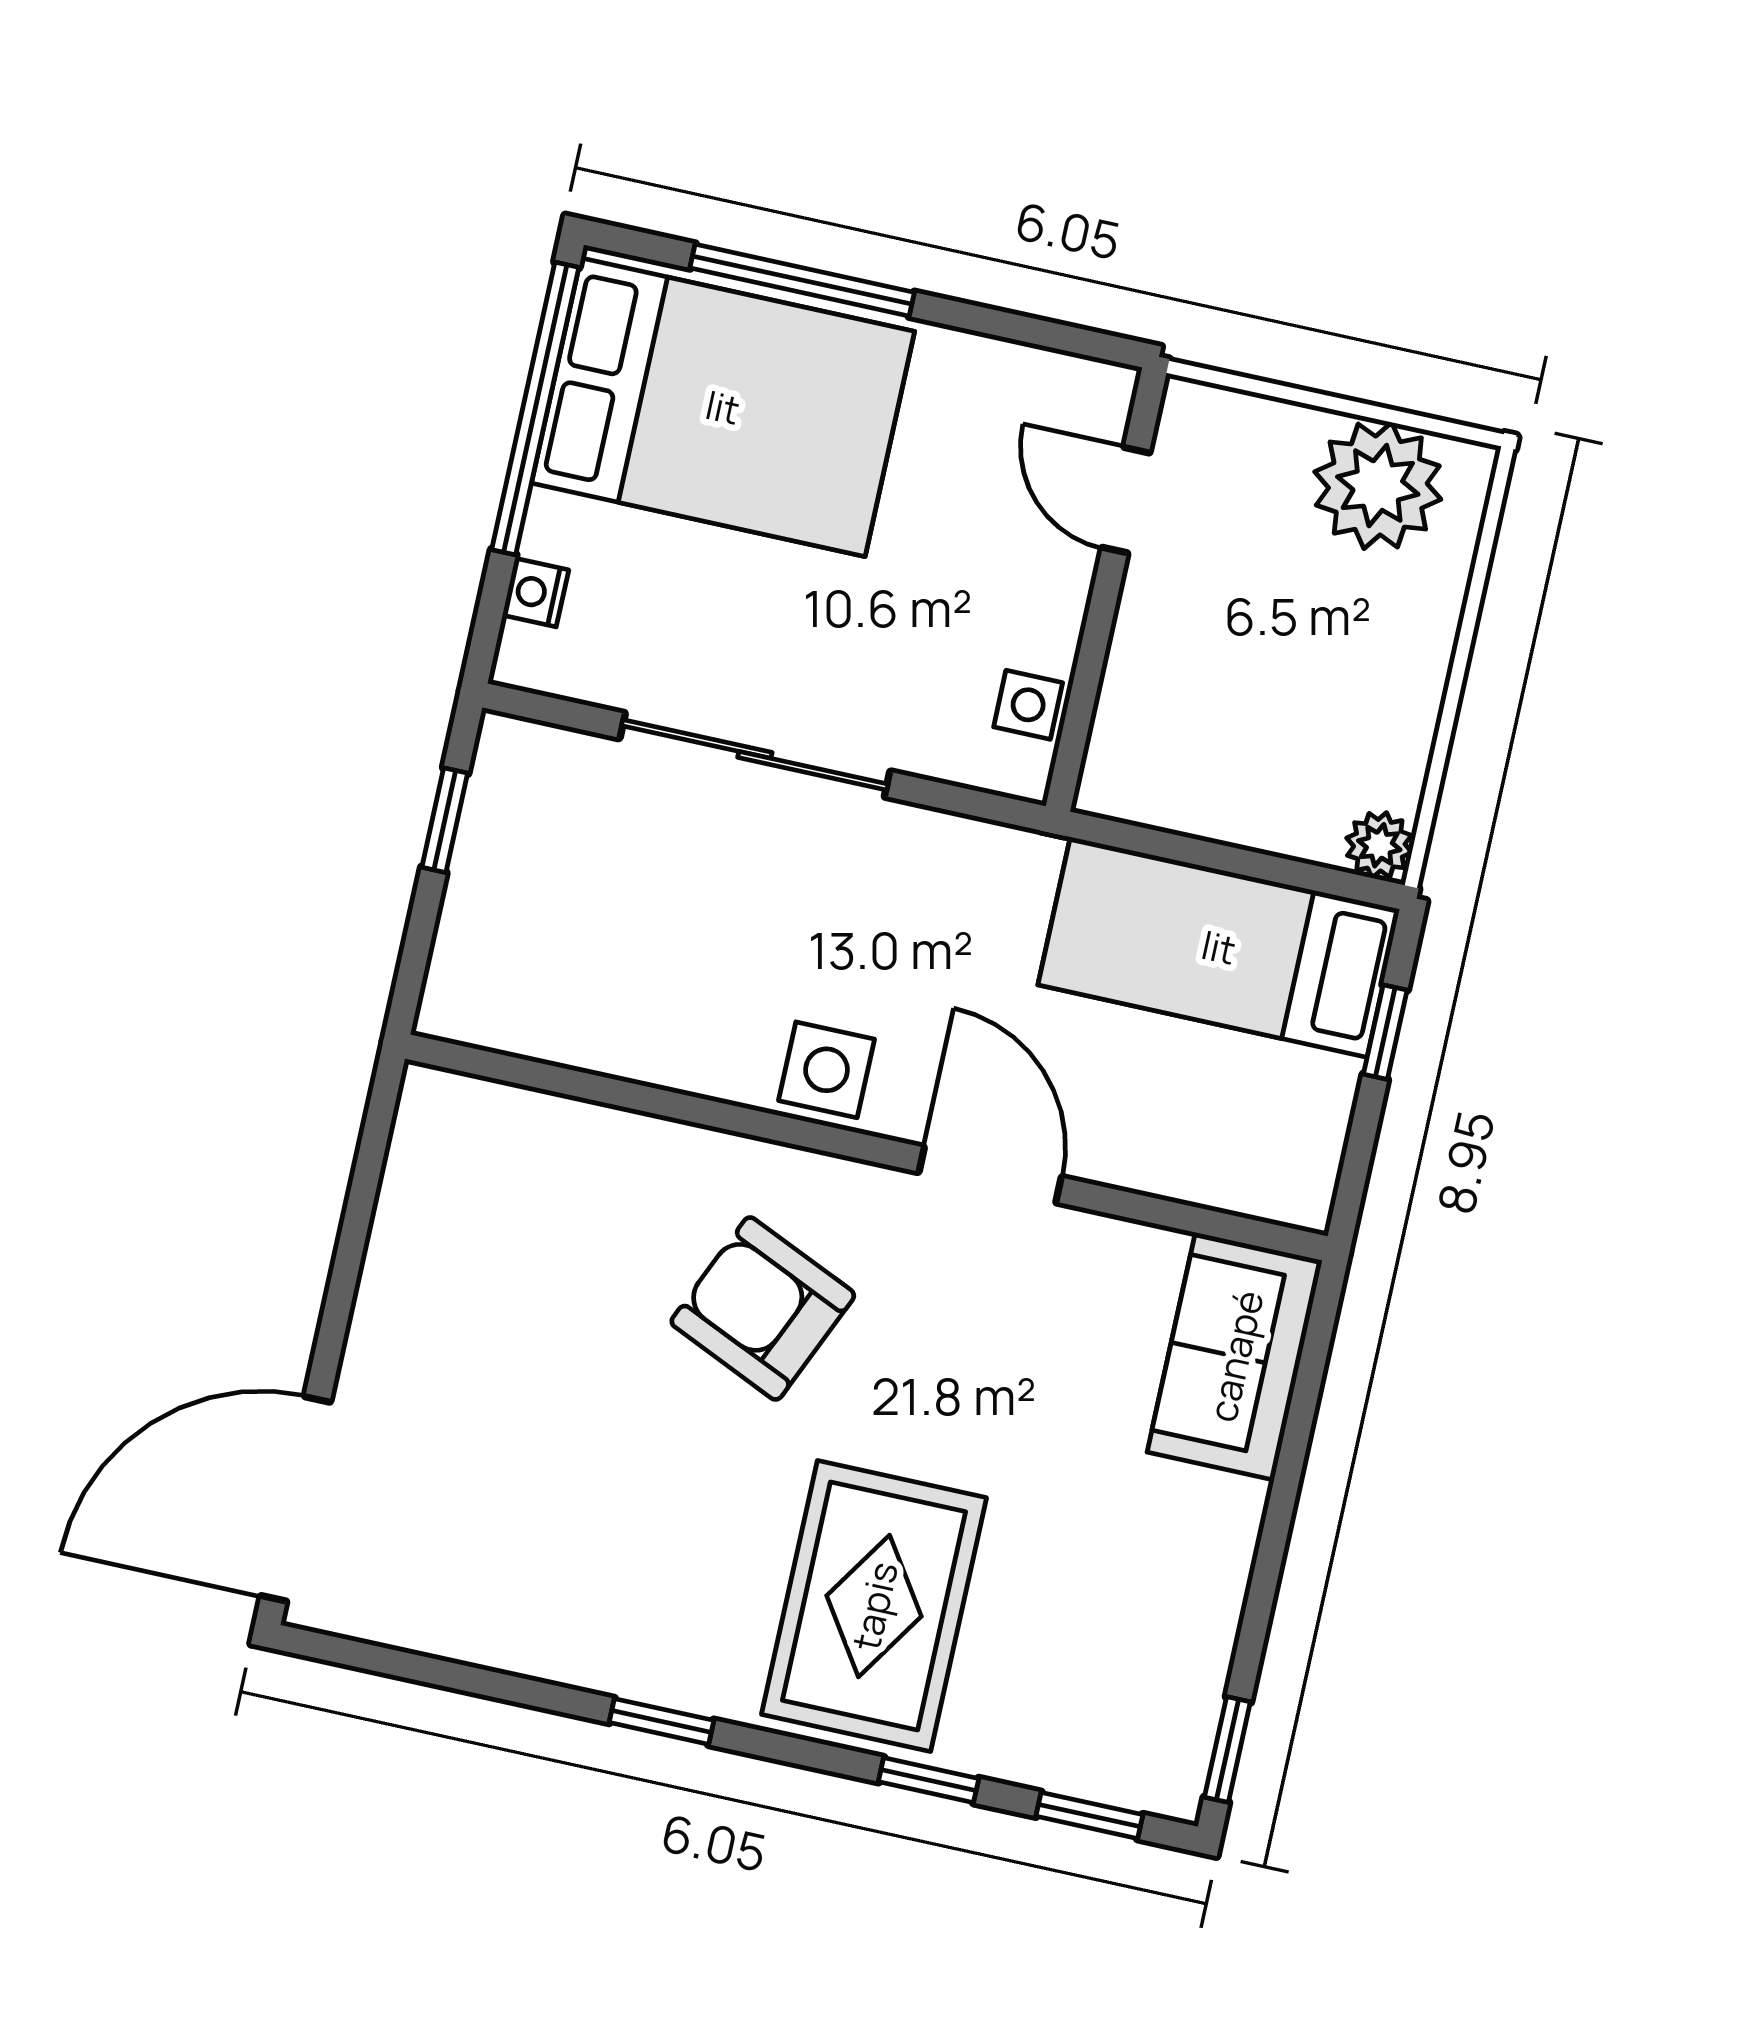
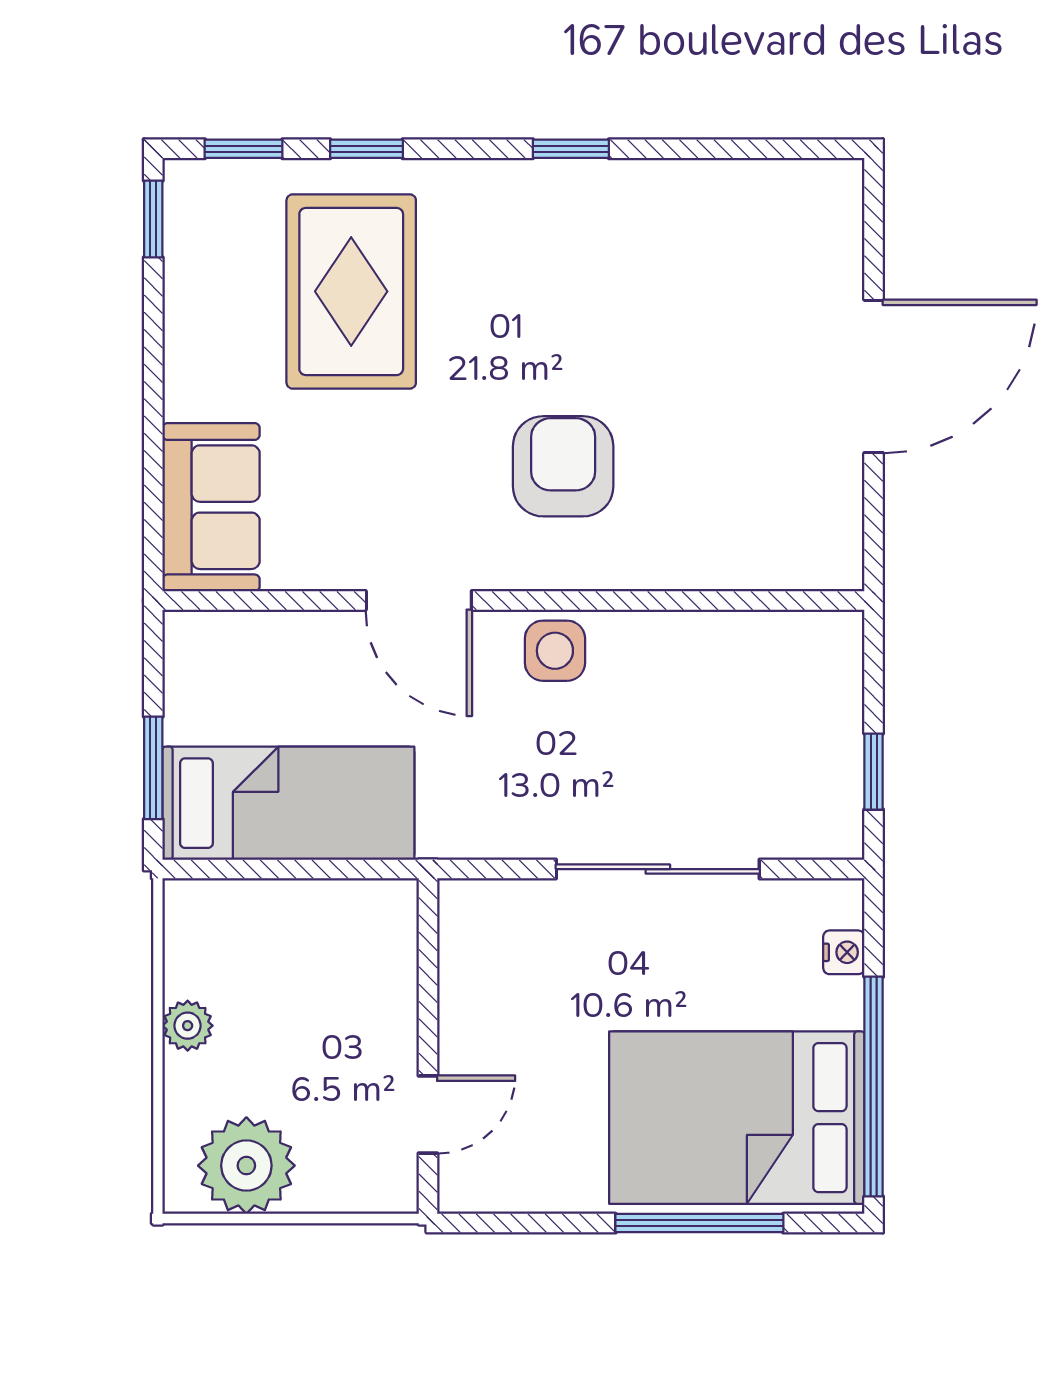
door: (1126, 500) -> (428, 1114), hinge flipped
side table: (1028, 705) -> (466, 949), removed
plant: (1379, 845) -> (188, 1026), moved
window: (1385, 1032) -> (153, 768), width x1.50
armchair: (763, 1308) -> (563, 466), turned -114
door: (296, 1499) -> (874, 376), moved
rug: (874, 1606) -> (351, 291), moved

